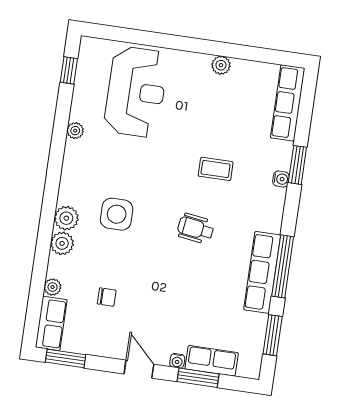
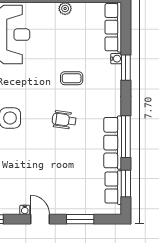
water cooler: (281, 179) -> (116, 59), moved
chair: (107, 297) -> (12, 174), removed
water cooler: (177, 361) -> (25, 210), moved
row of seats: (212, 361) -> (113, 188), moved, turned -90

